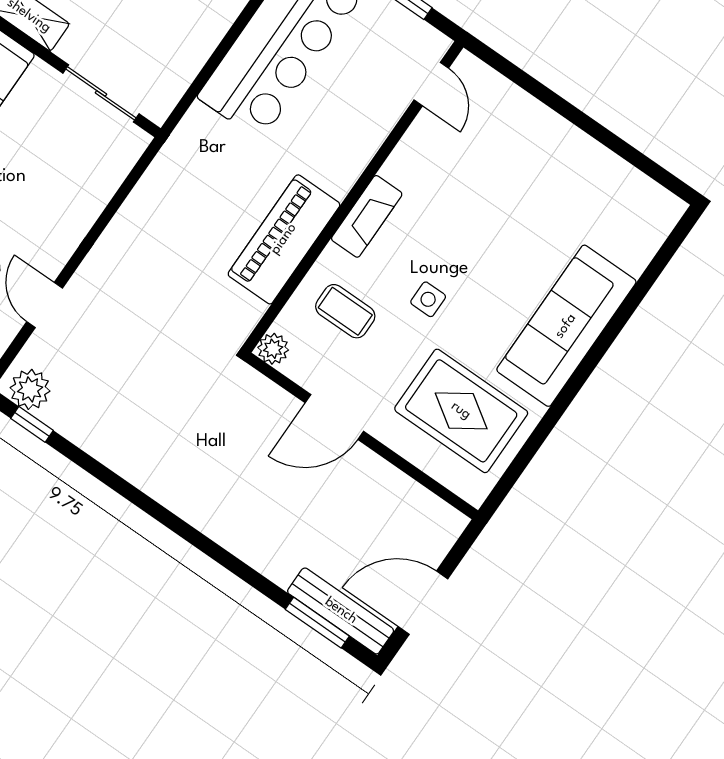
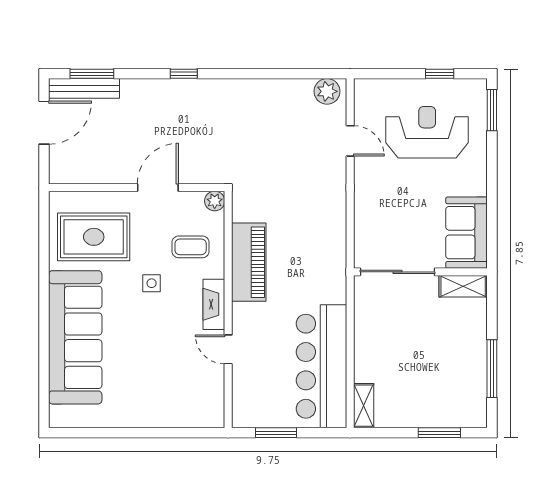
door: (431, 84) -> (228, 349), moved
sliding door: (101, 93) -> (397, 272), width x1.37
sofa: (566, 326) -> (75, 337), width x1.36, depth x1.27
window: (32, 424) -> (184, 74), moved

